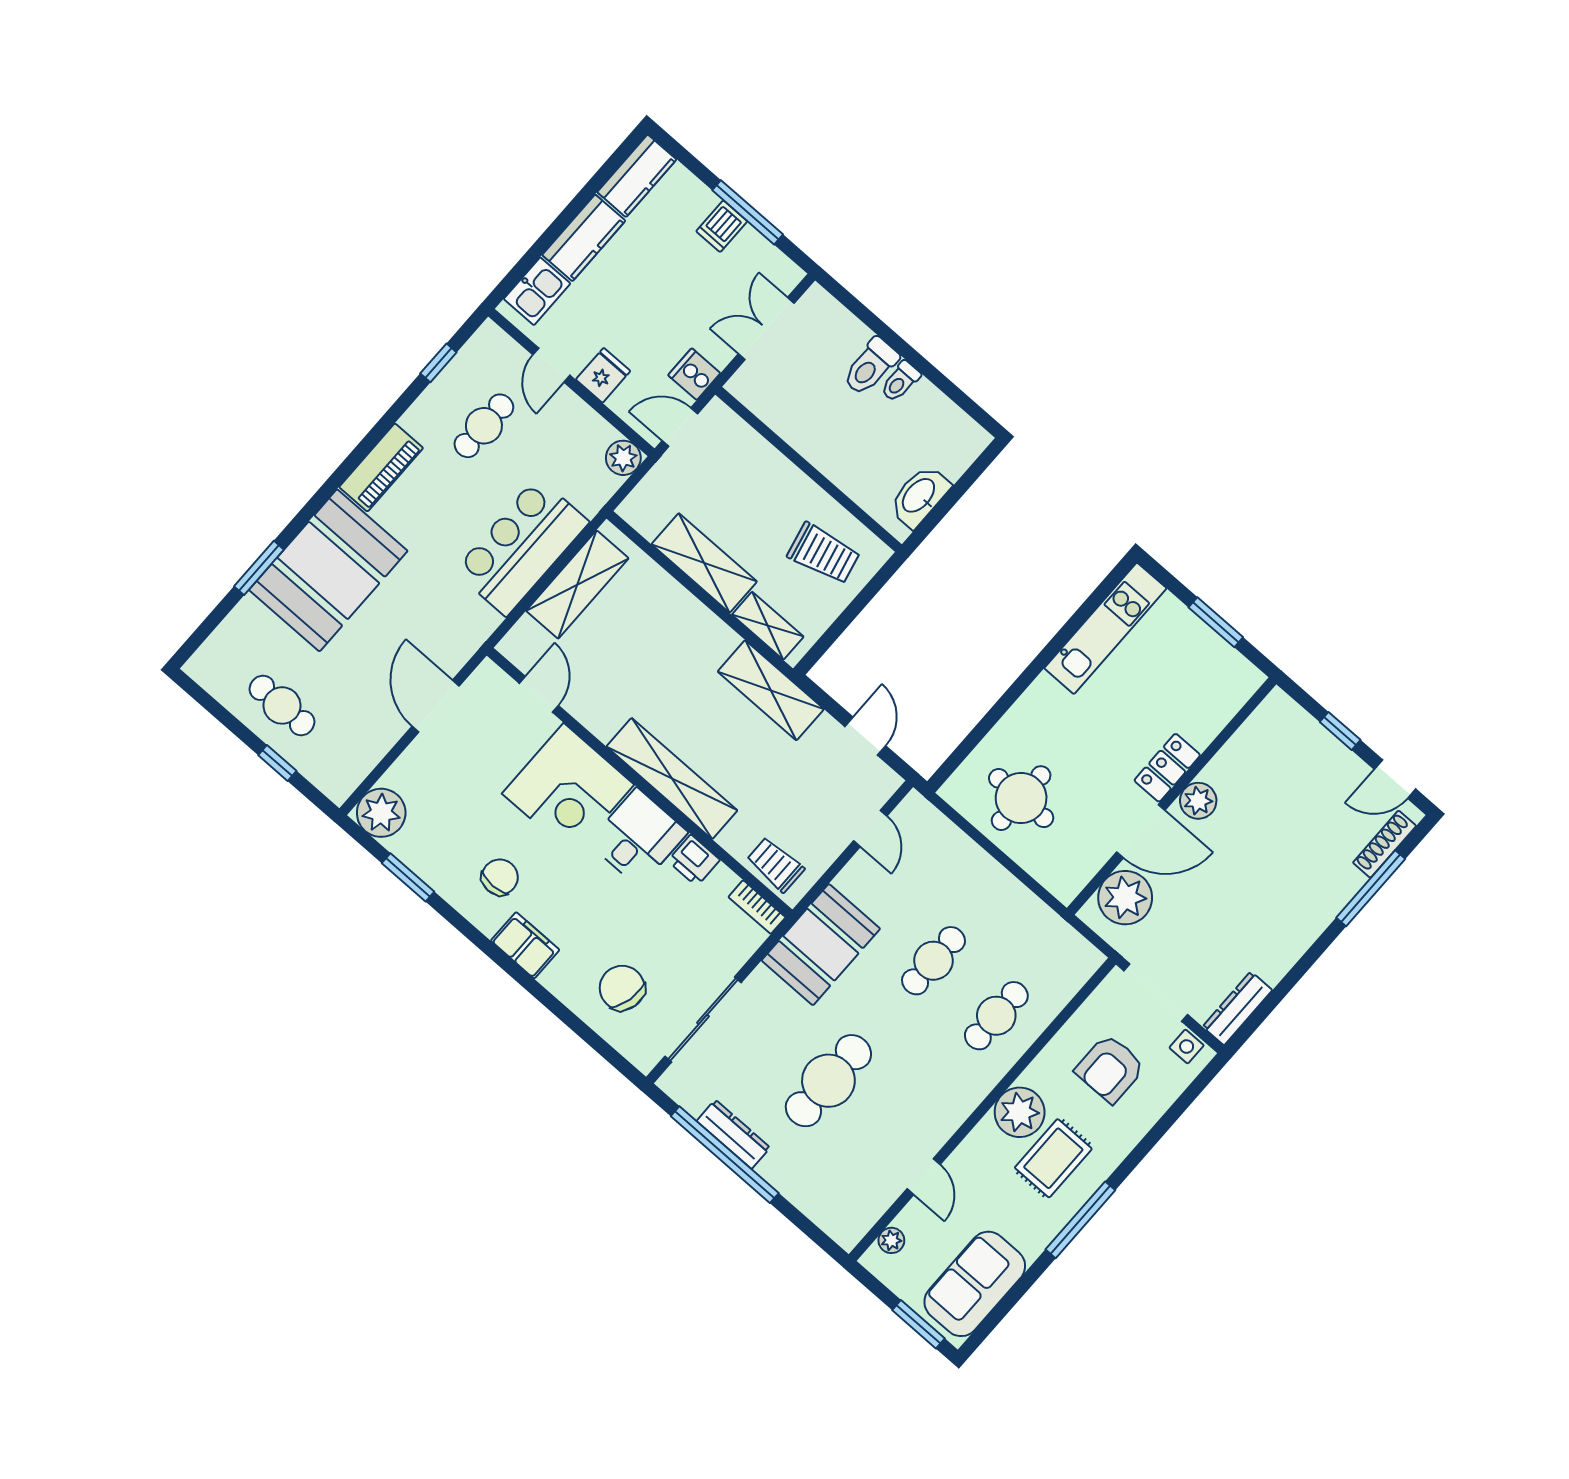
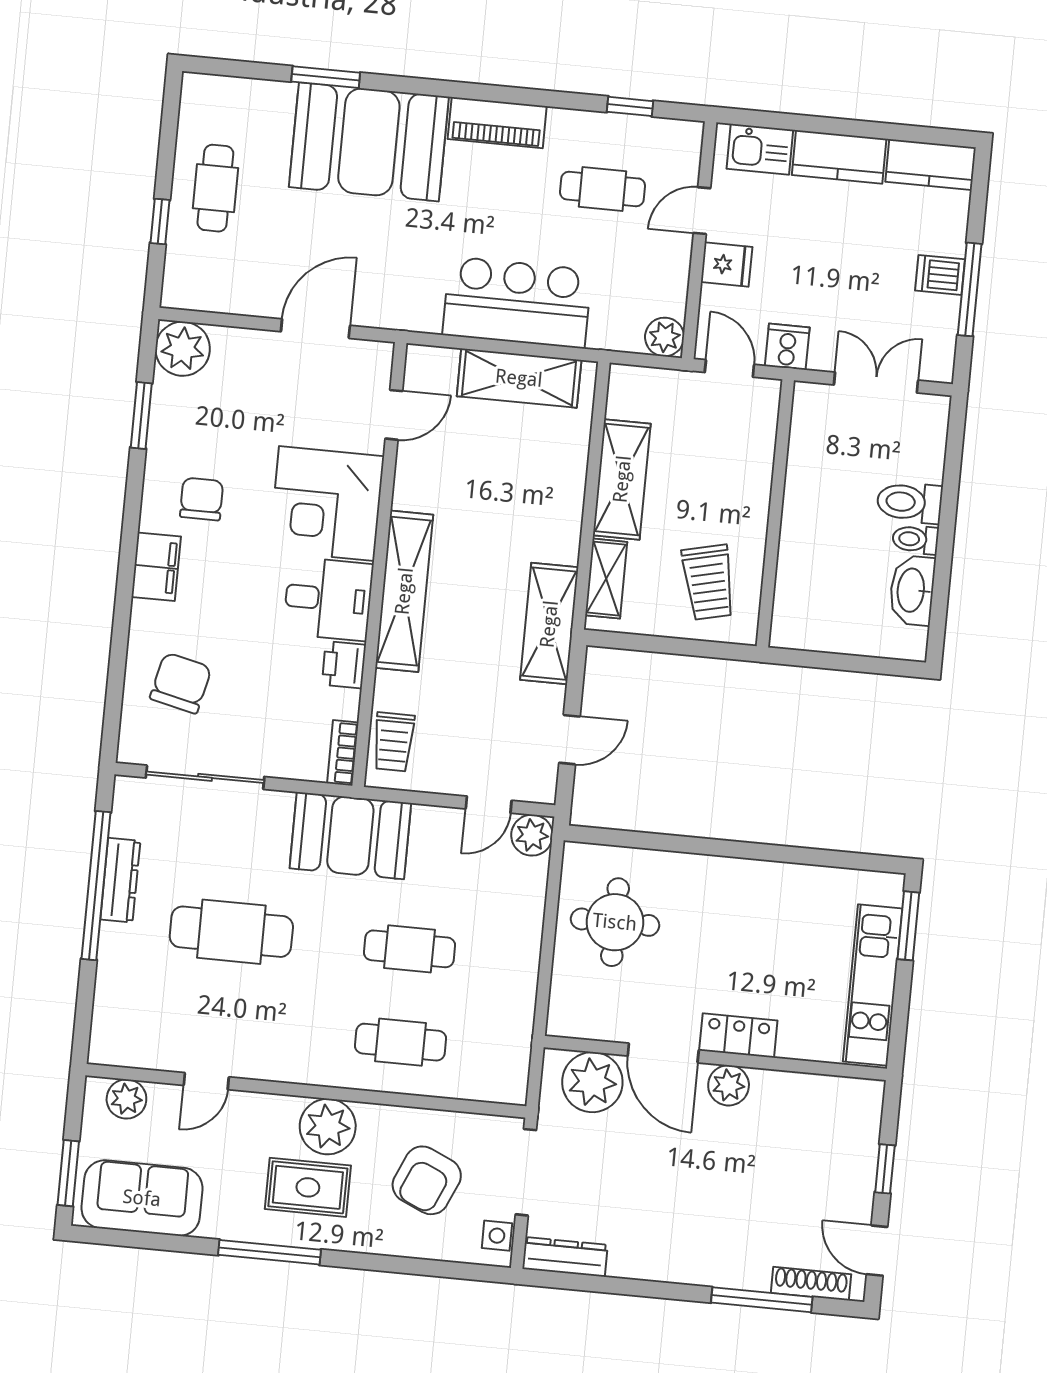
washbasin: (919, 496) -> (912, 590), moved, turned -90
window: (1216, 622) -> (908, 926), moved
kitchen unit: (1105, 628) -> (873, 985), moved, turned 90
plant: (915, 813) -> (532, 835), added
trolley: (775, 865) -> (394, 742), turned 180
chair: (500, 877) -> (202, 499), turned -90
armchair: (1110, 1069) -> (427, 1180), turned -66
plant: (891, 1240) -> (126, 1099), width x1.38, depth x1.38

